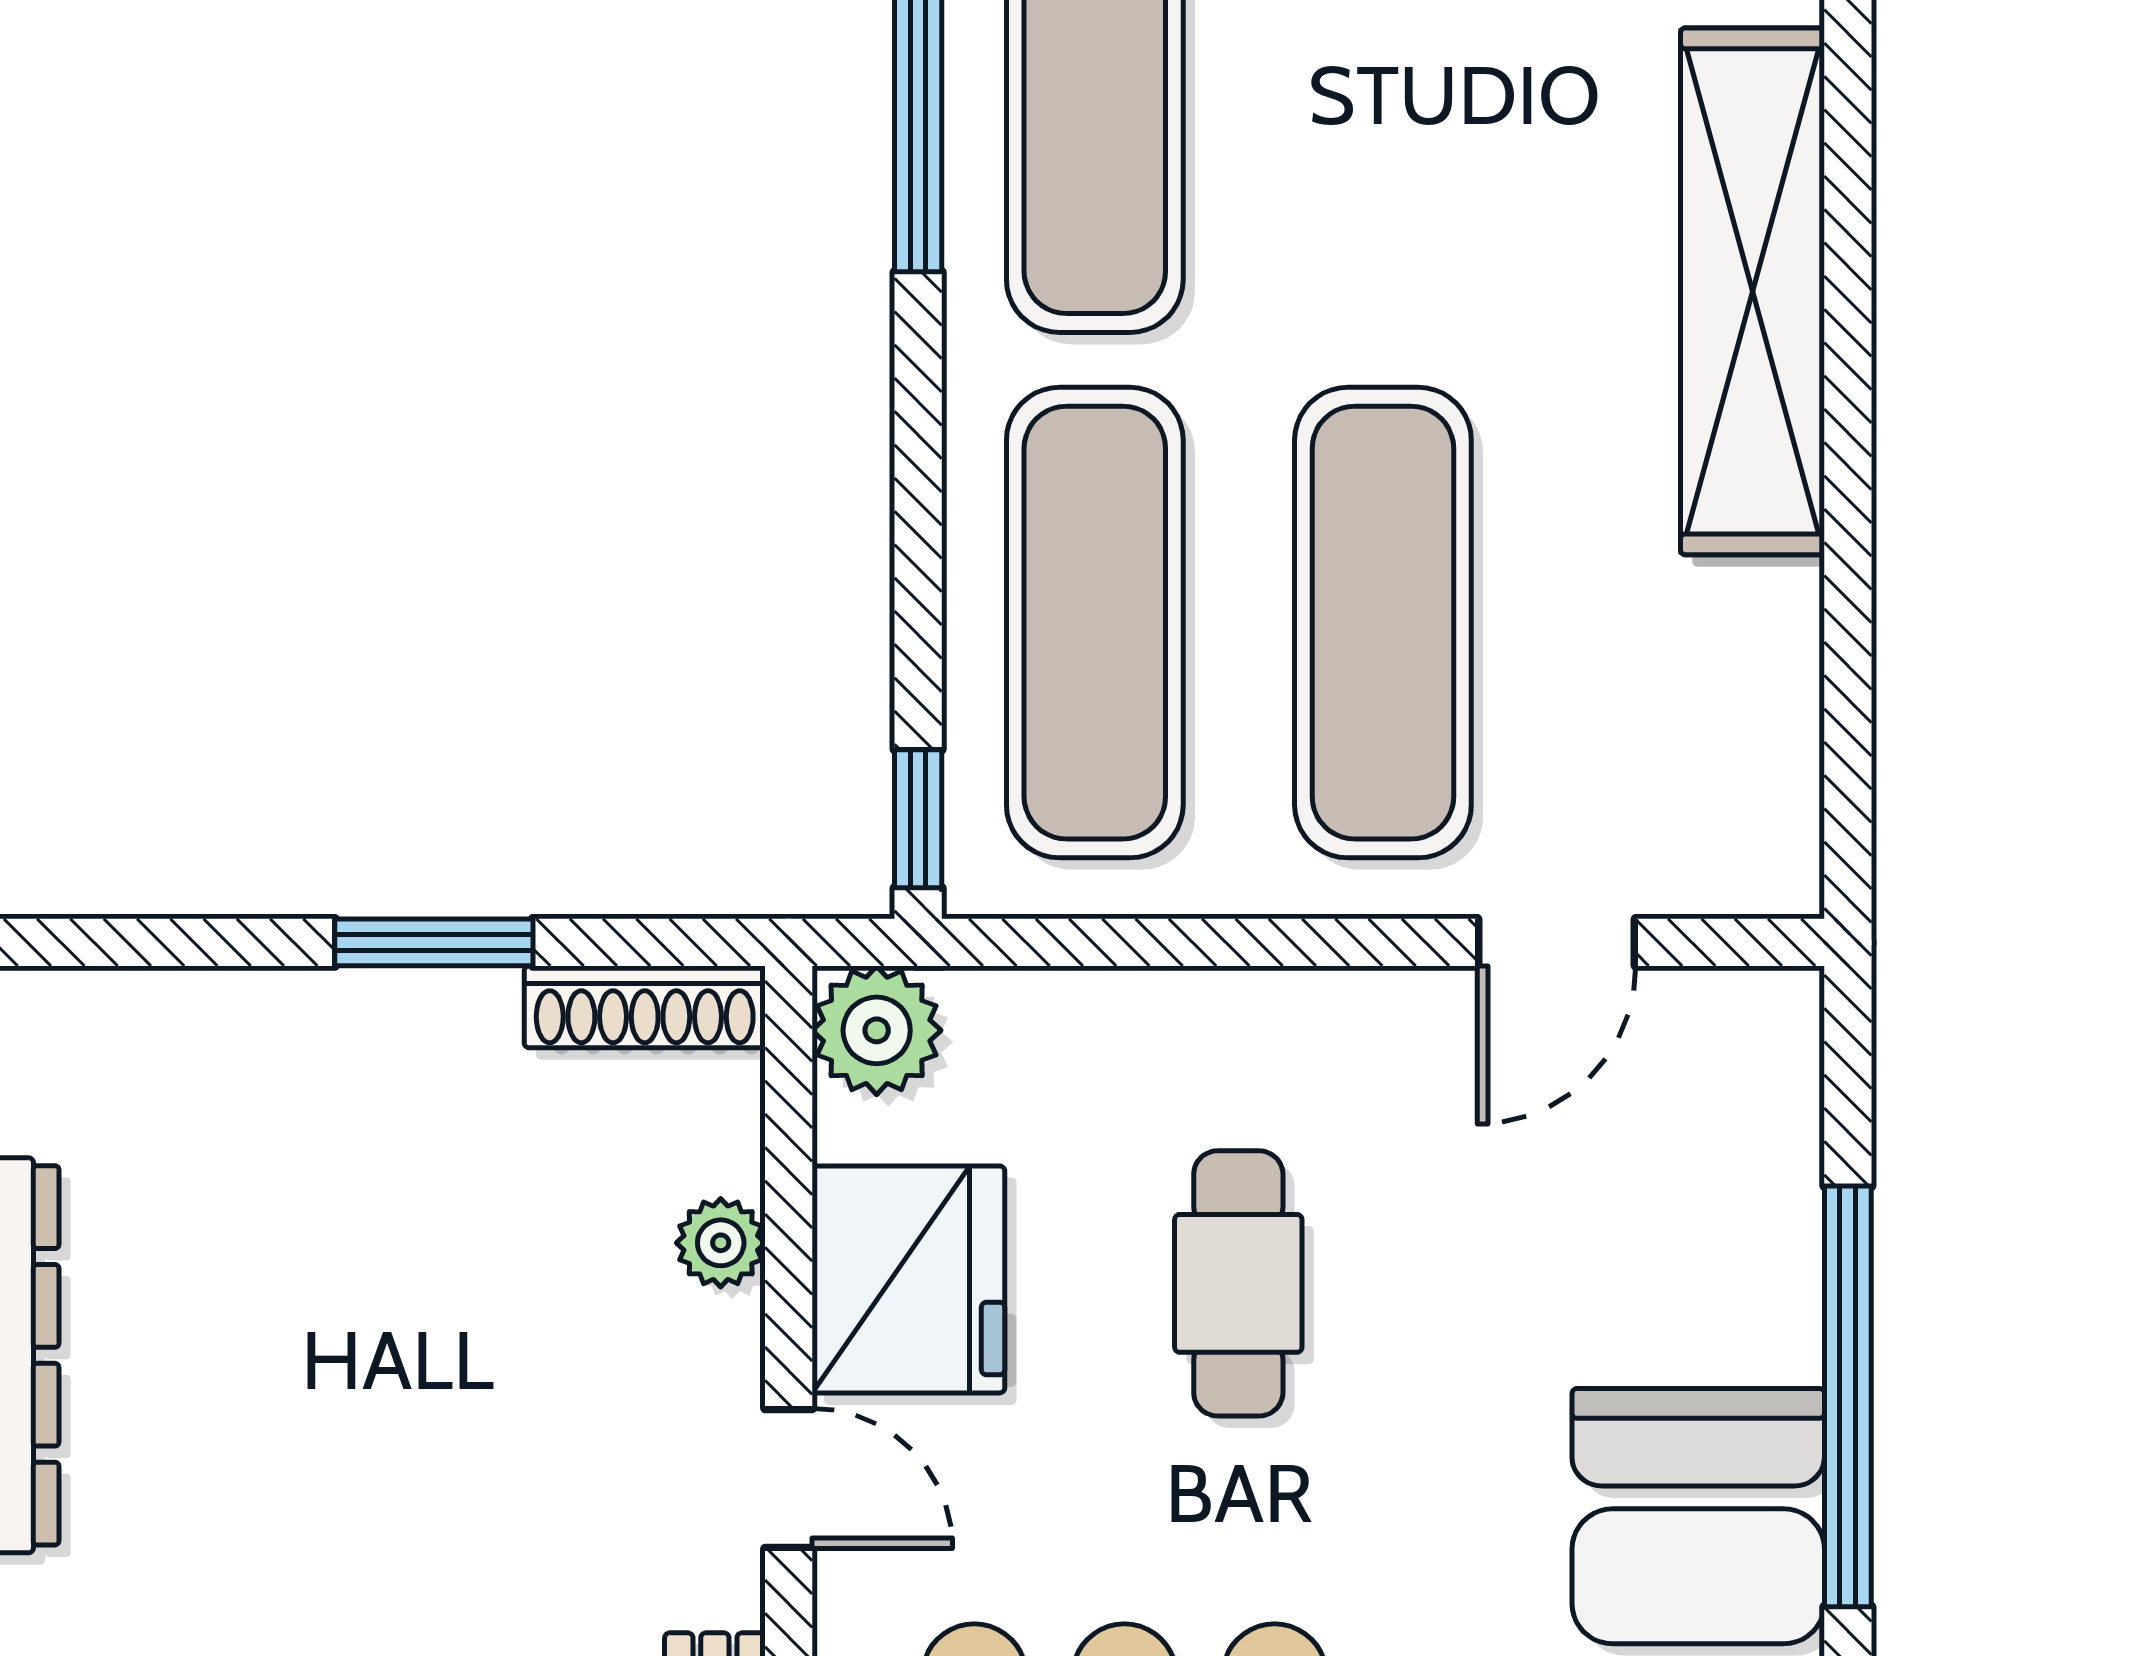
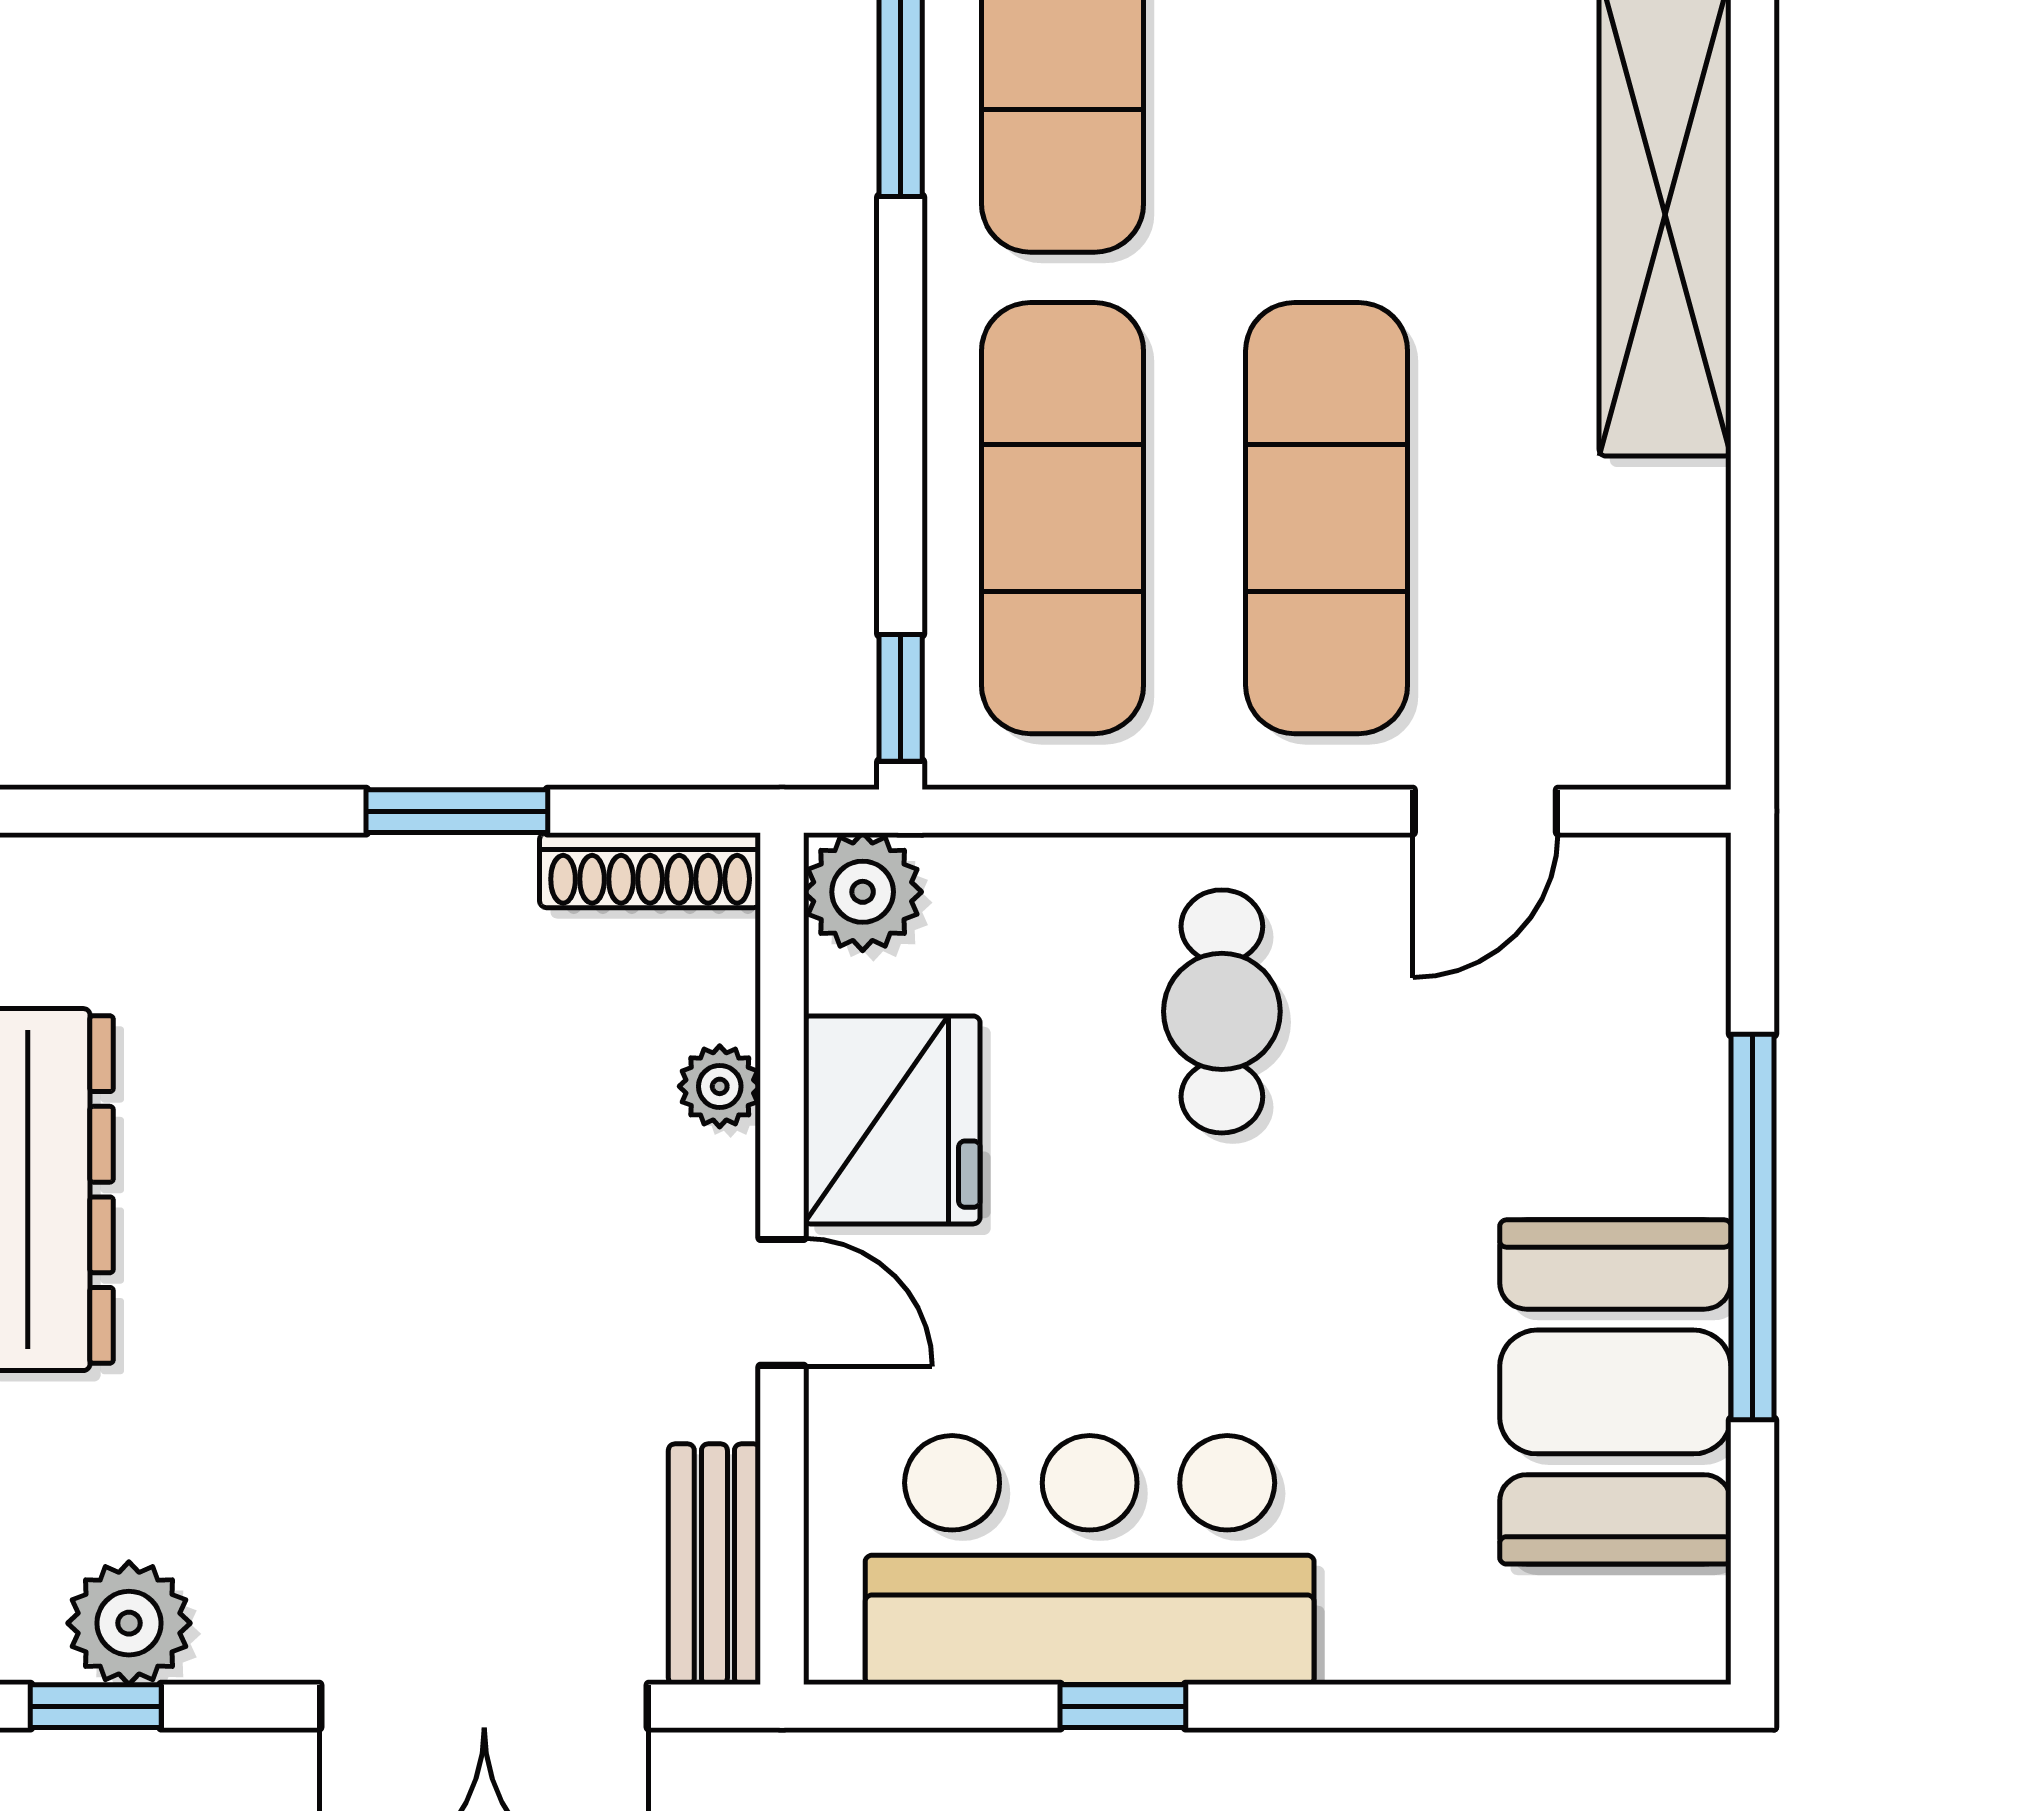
cafe table: (1238, 1283) -> (1222, 1011), moved

